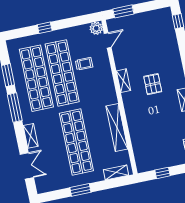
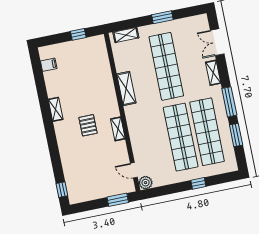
door: (108, 40) -> (134, 170), hinge flipped
trolley: (84, 64) -> (158, 146), removed
shelving: (117, 127) -> (126, 88), width x0.68

